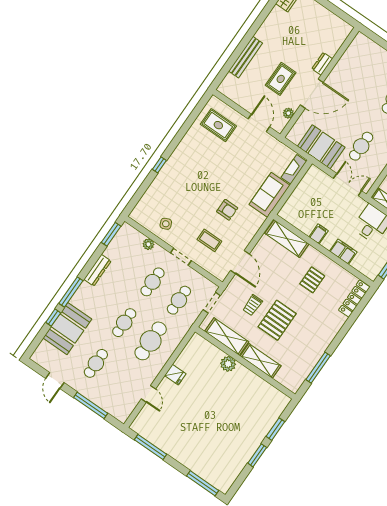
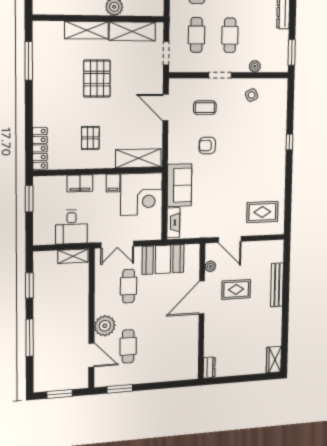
dresser: (322, 64) -> (209, 367), moved
rug: (281, 79) -> (236, 289), turned 90
corner desk: (303, 210) -> (141, 194), added
trolley: (253, 305) -> (128, 77), removed

